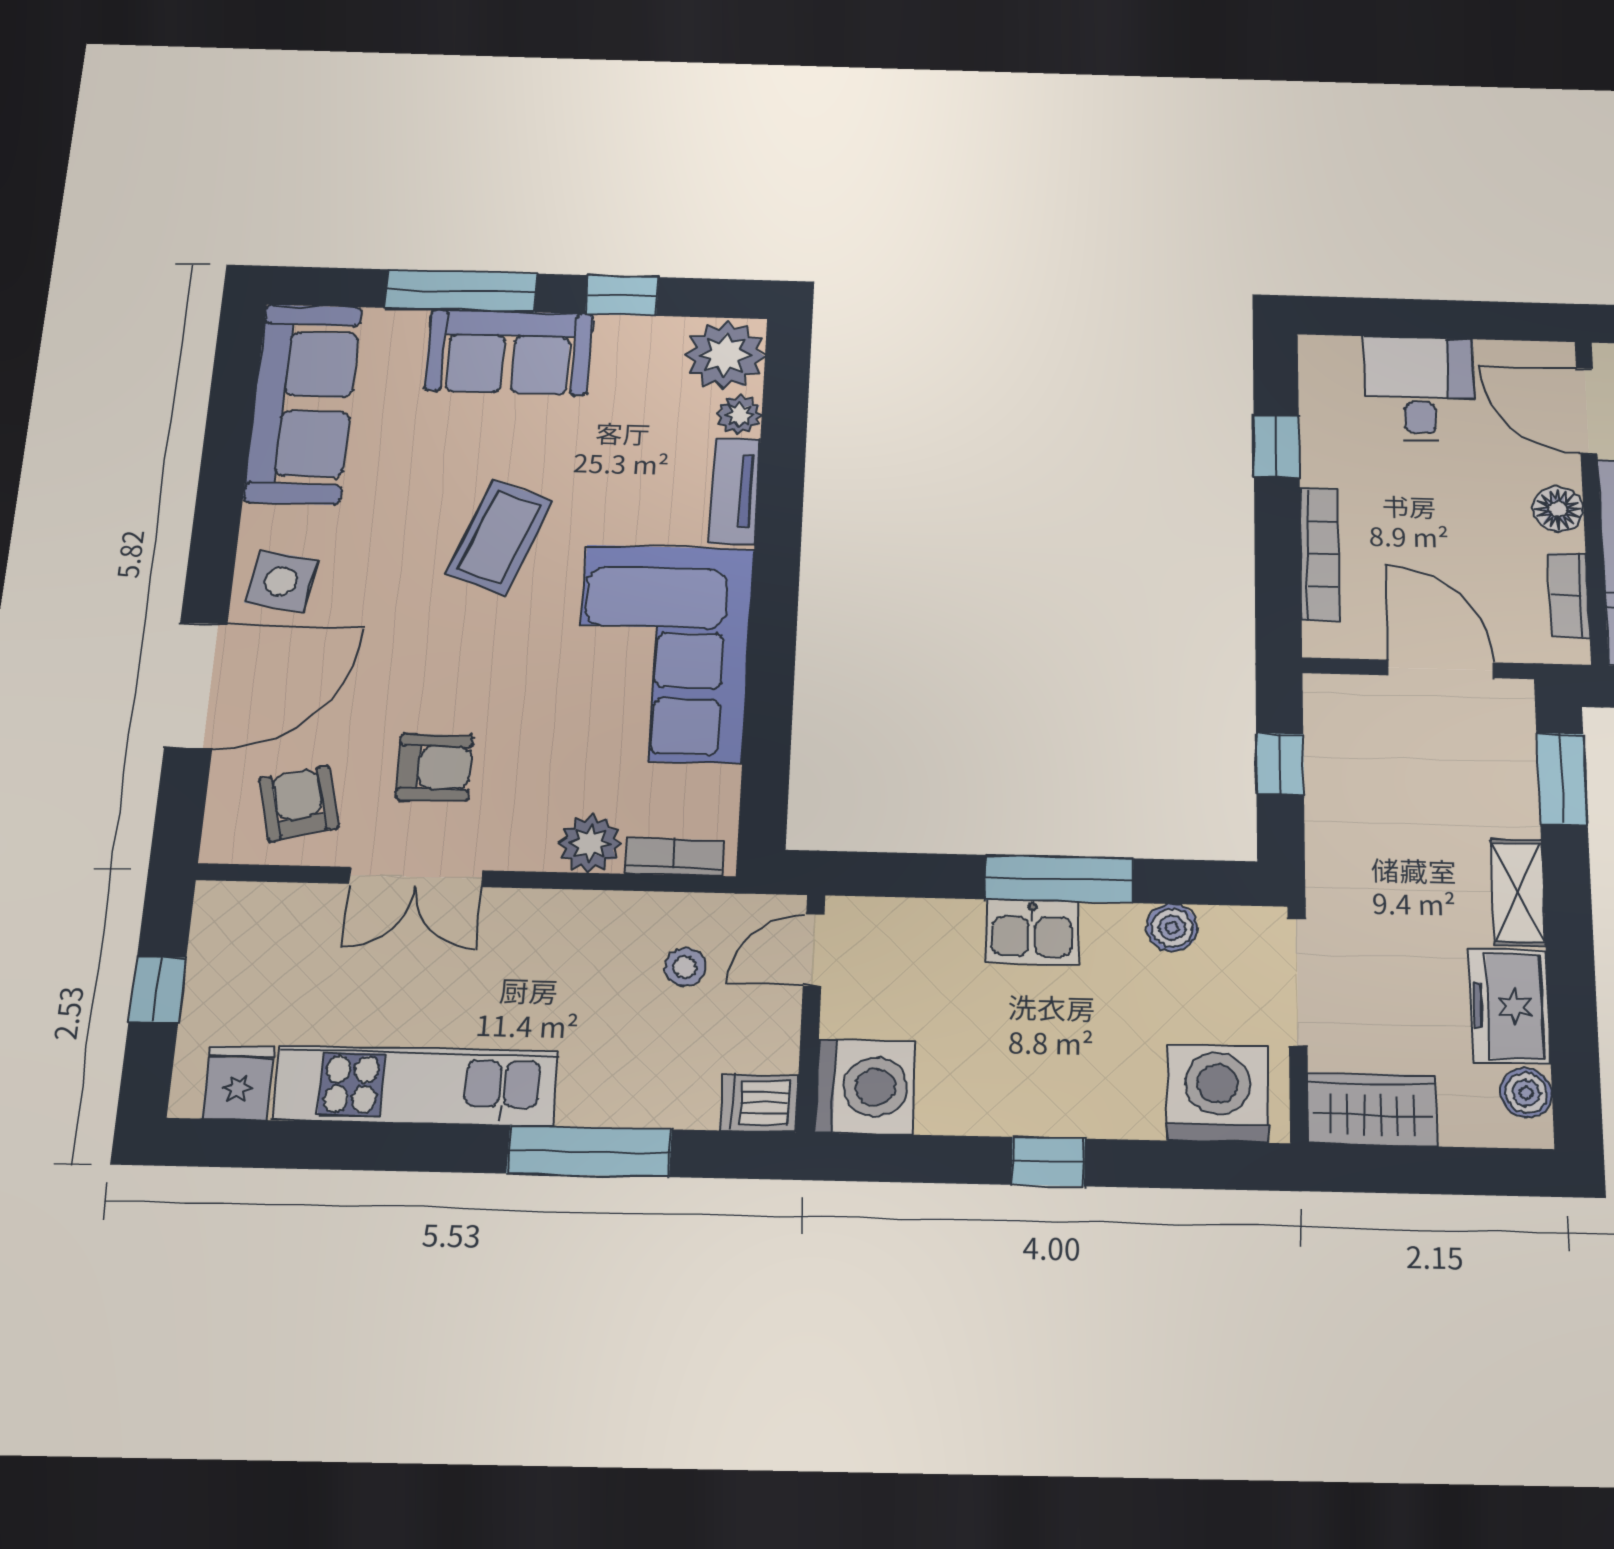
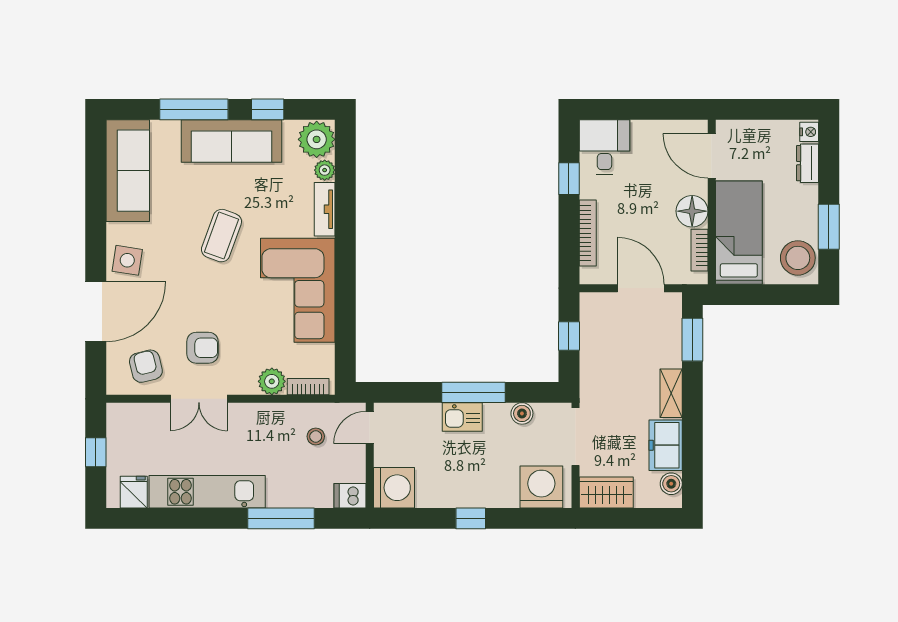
sofa: (509, 352) -> (232, 141), width x1.36
desk: (1419, 389) -> (604, 147), moved
floor lamp: (1558, 509) -> (692, 211), width x1.38, depth x1.38

